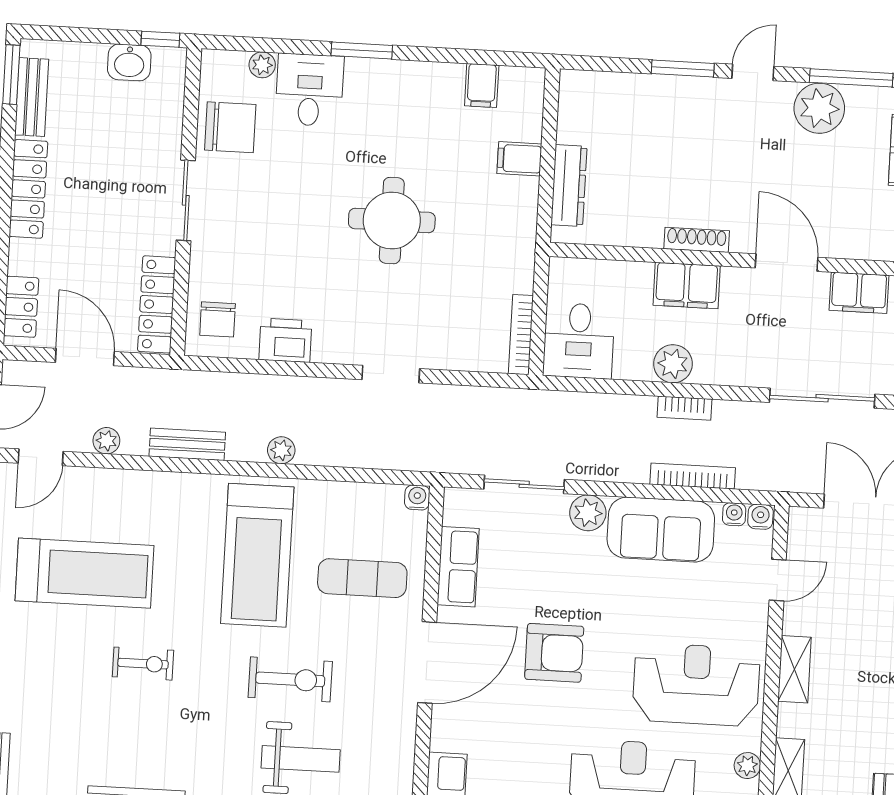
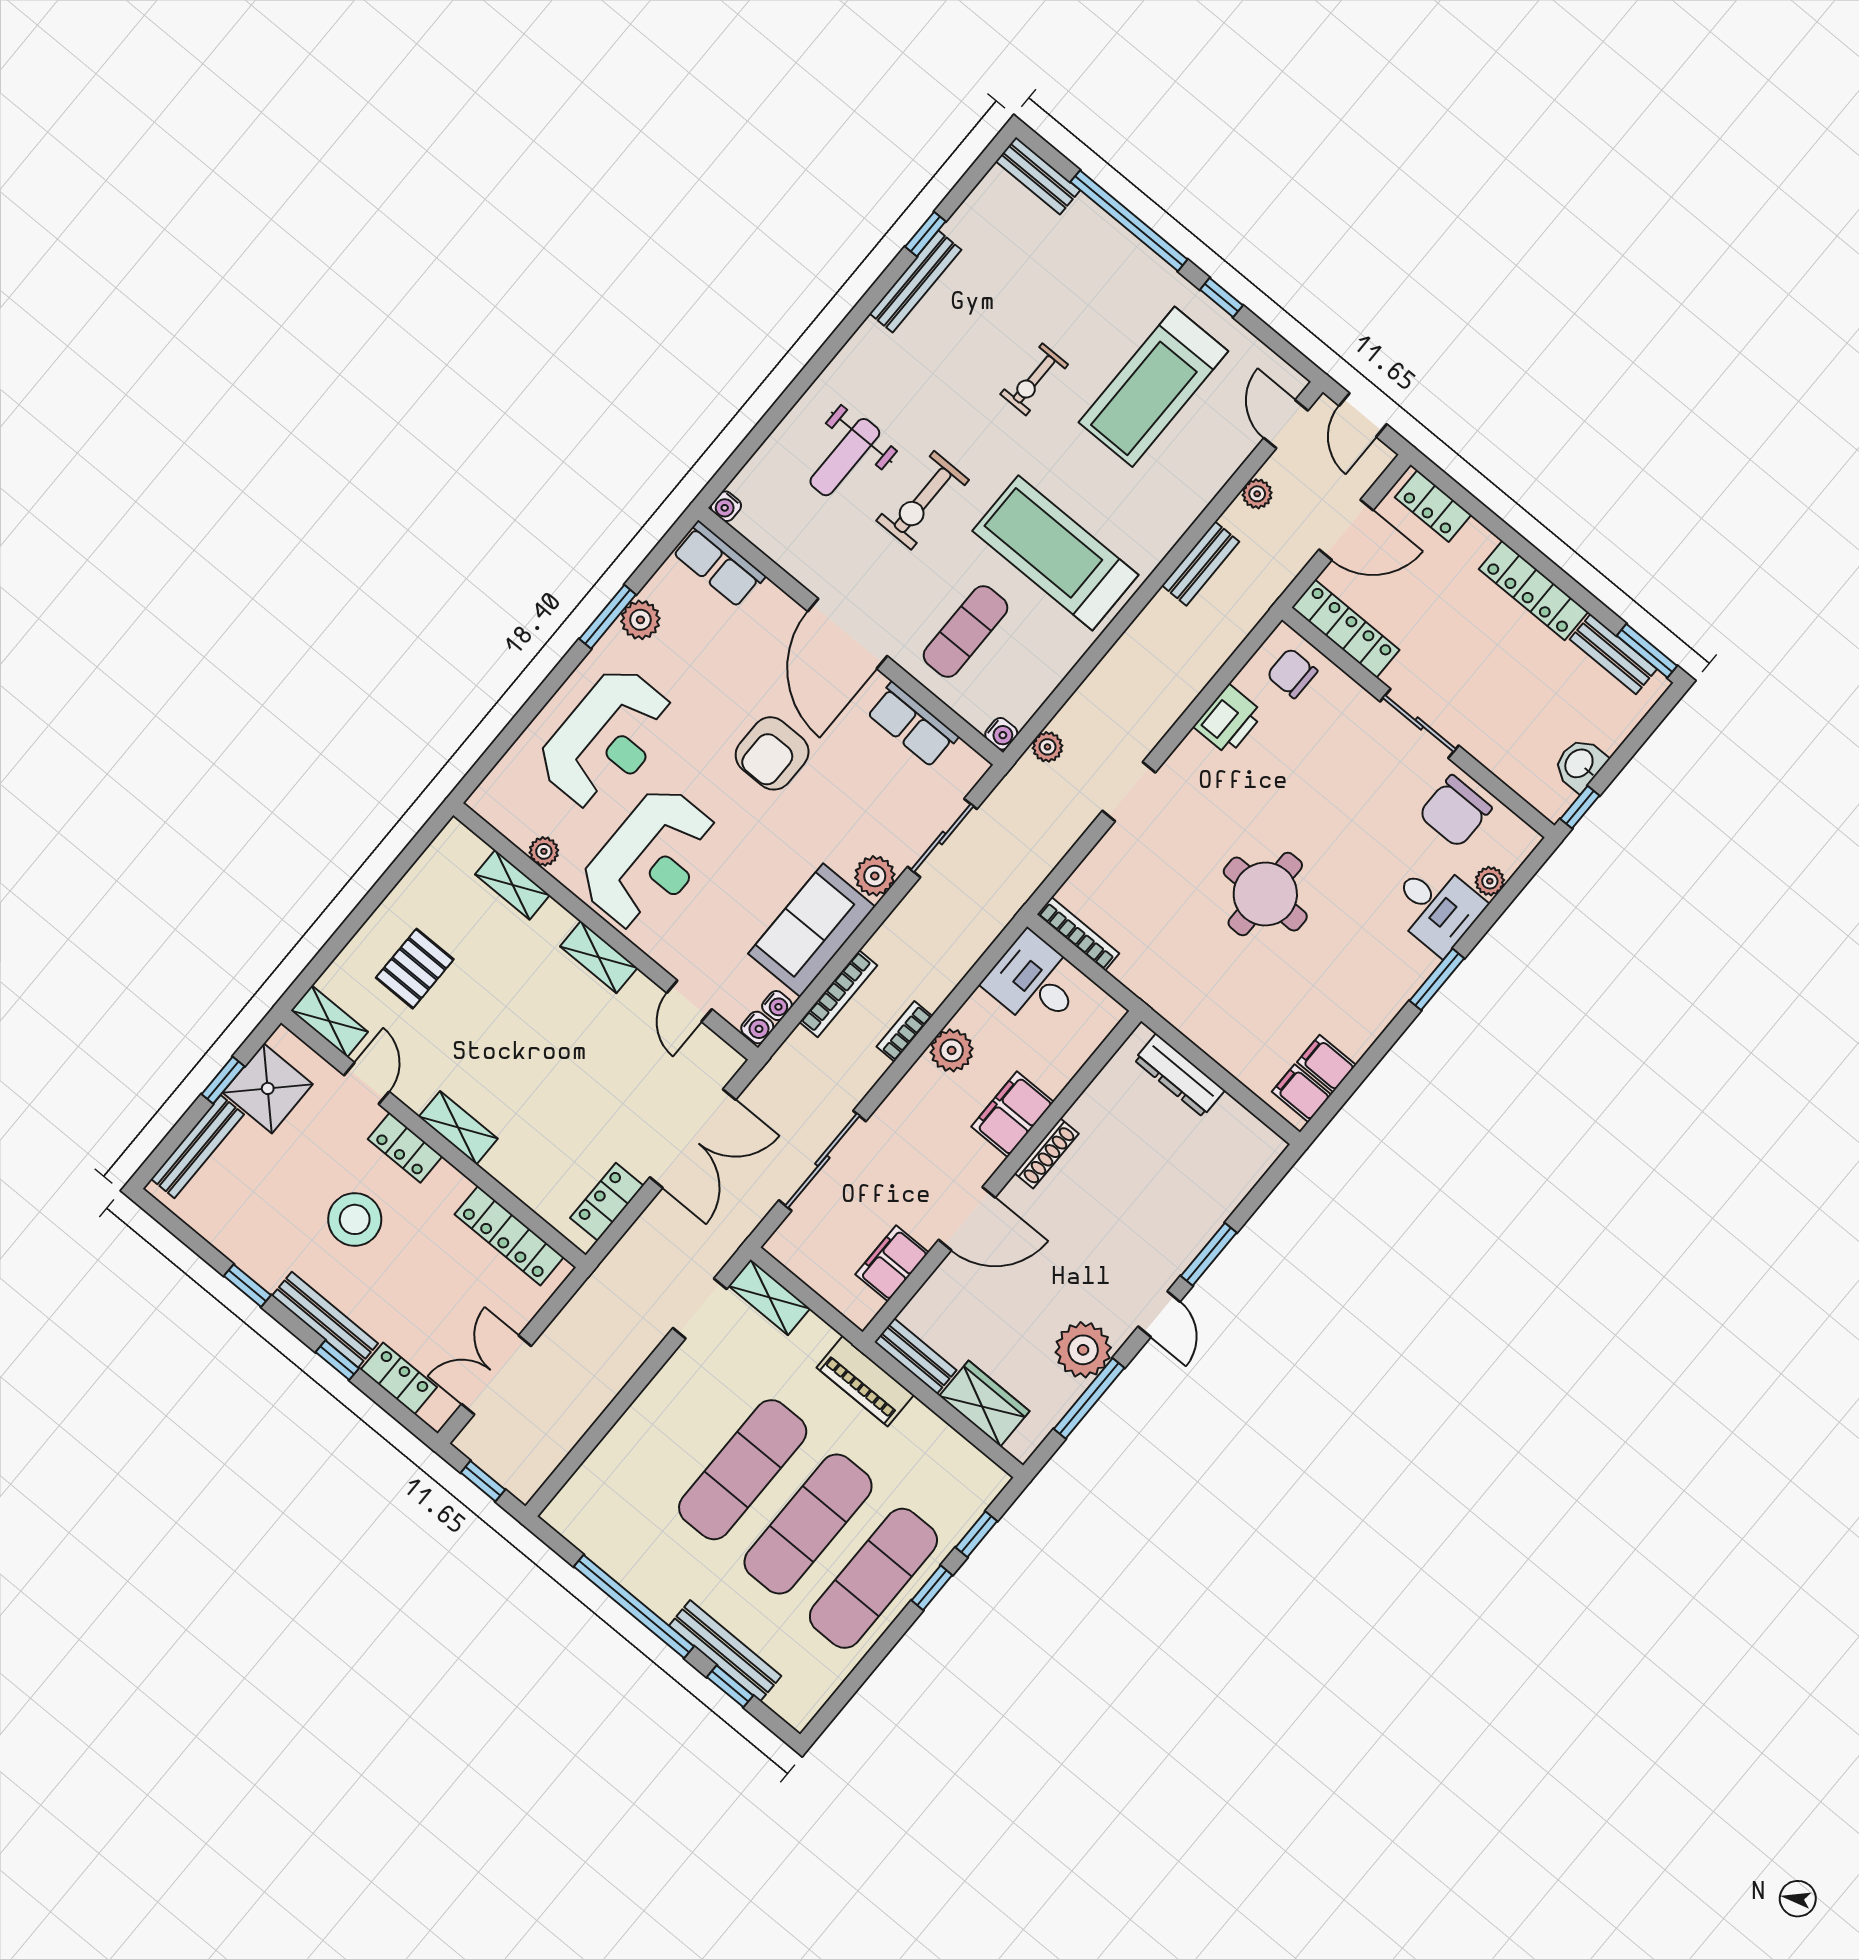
filing cabinet: (519, 159) -> (1302, 1093), moved, turned -90
plant: (281, 450) -> (1047, 747), moved

